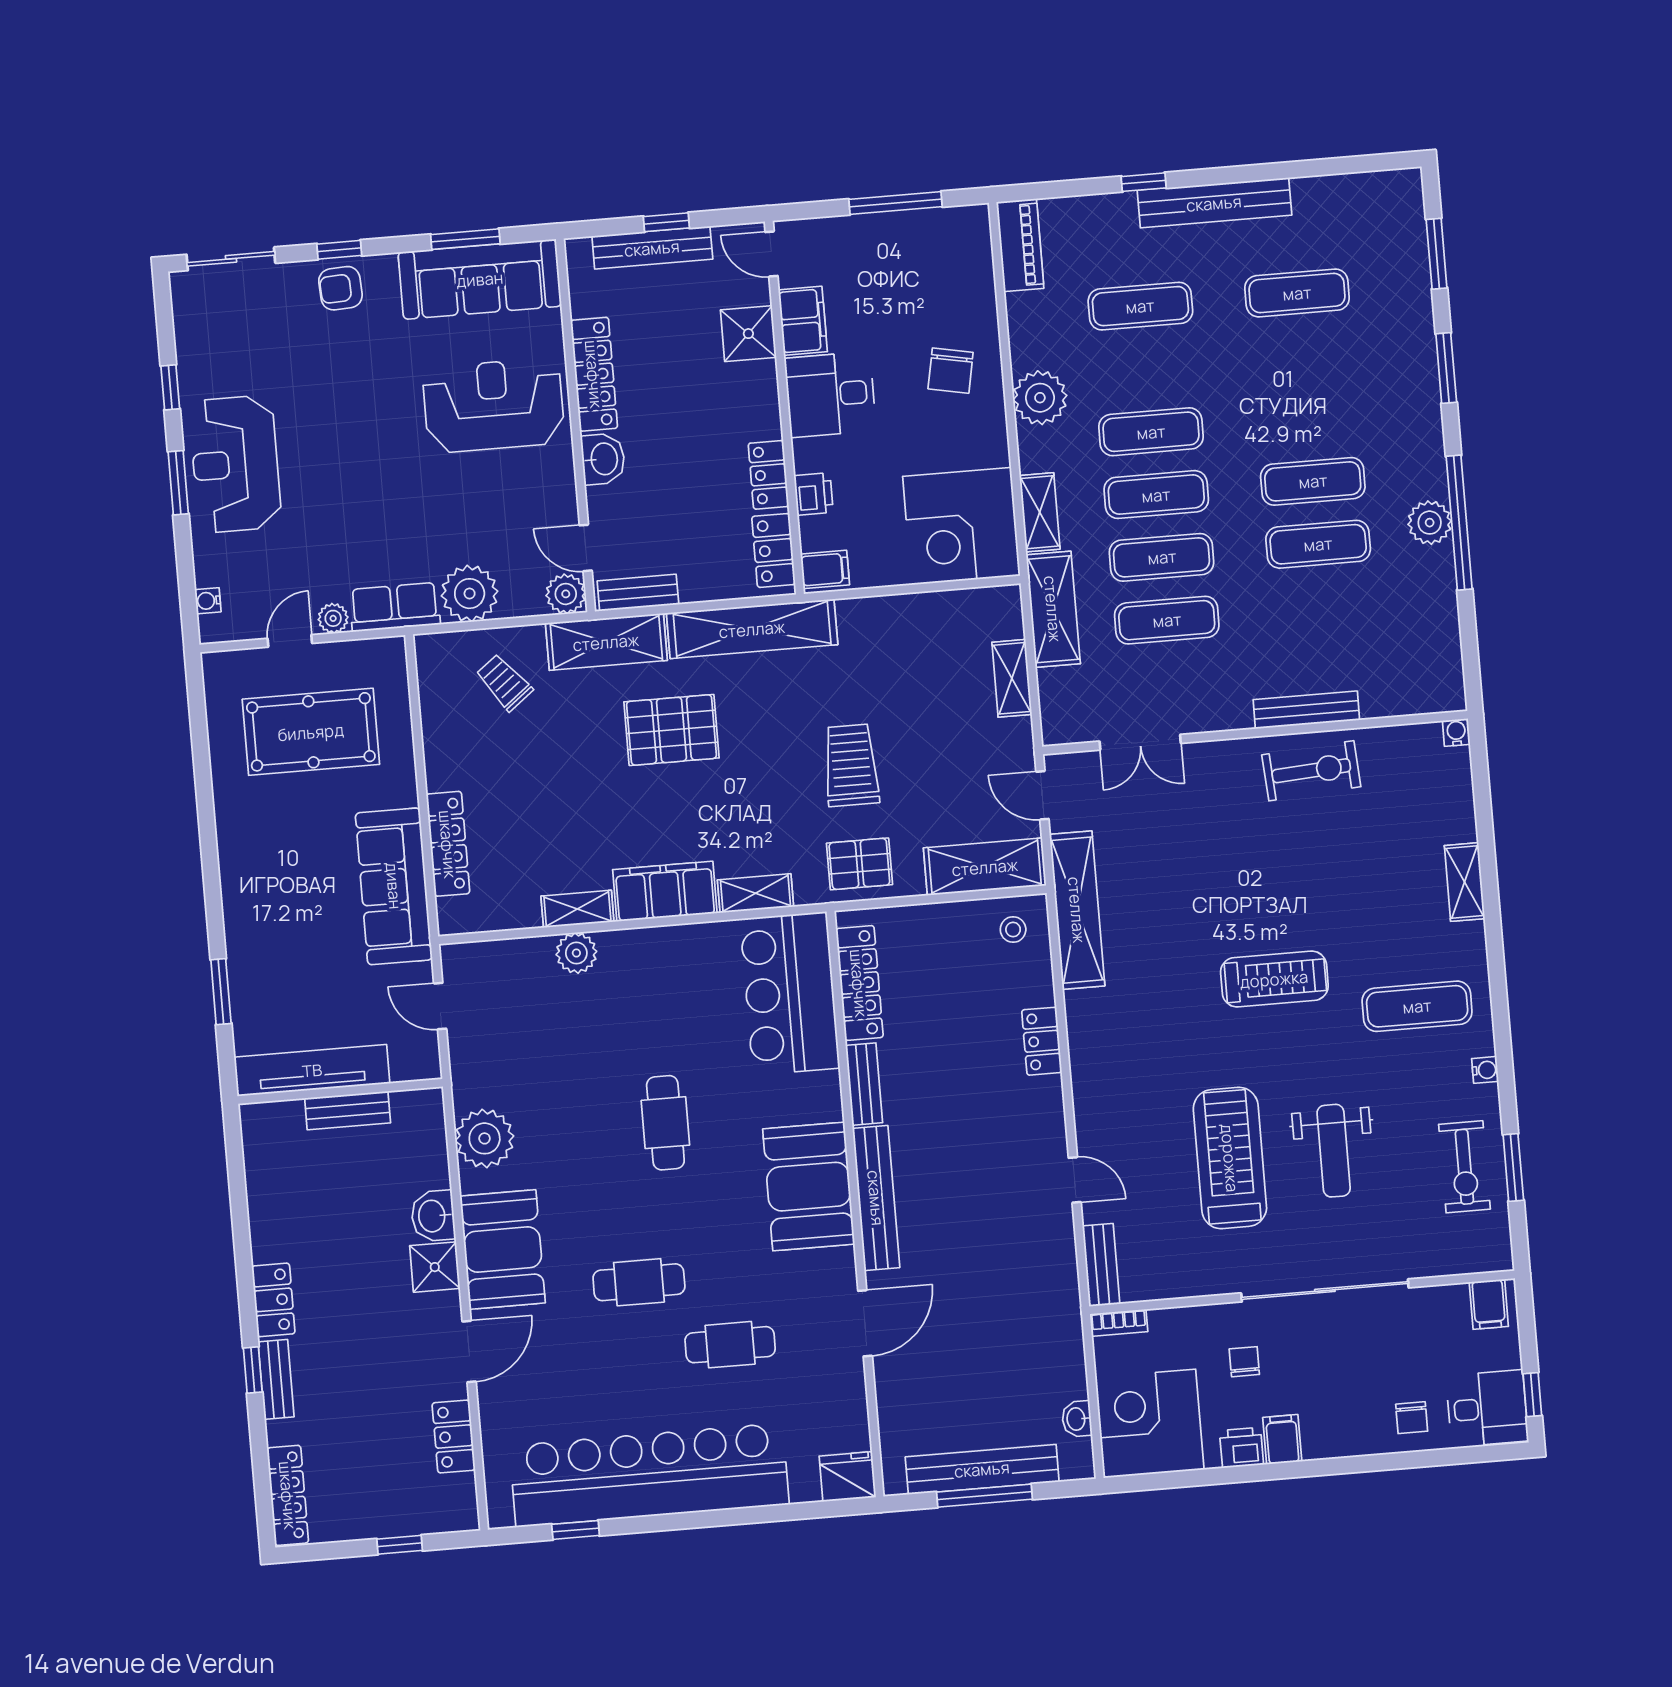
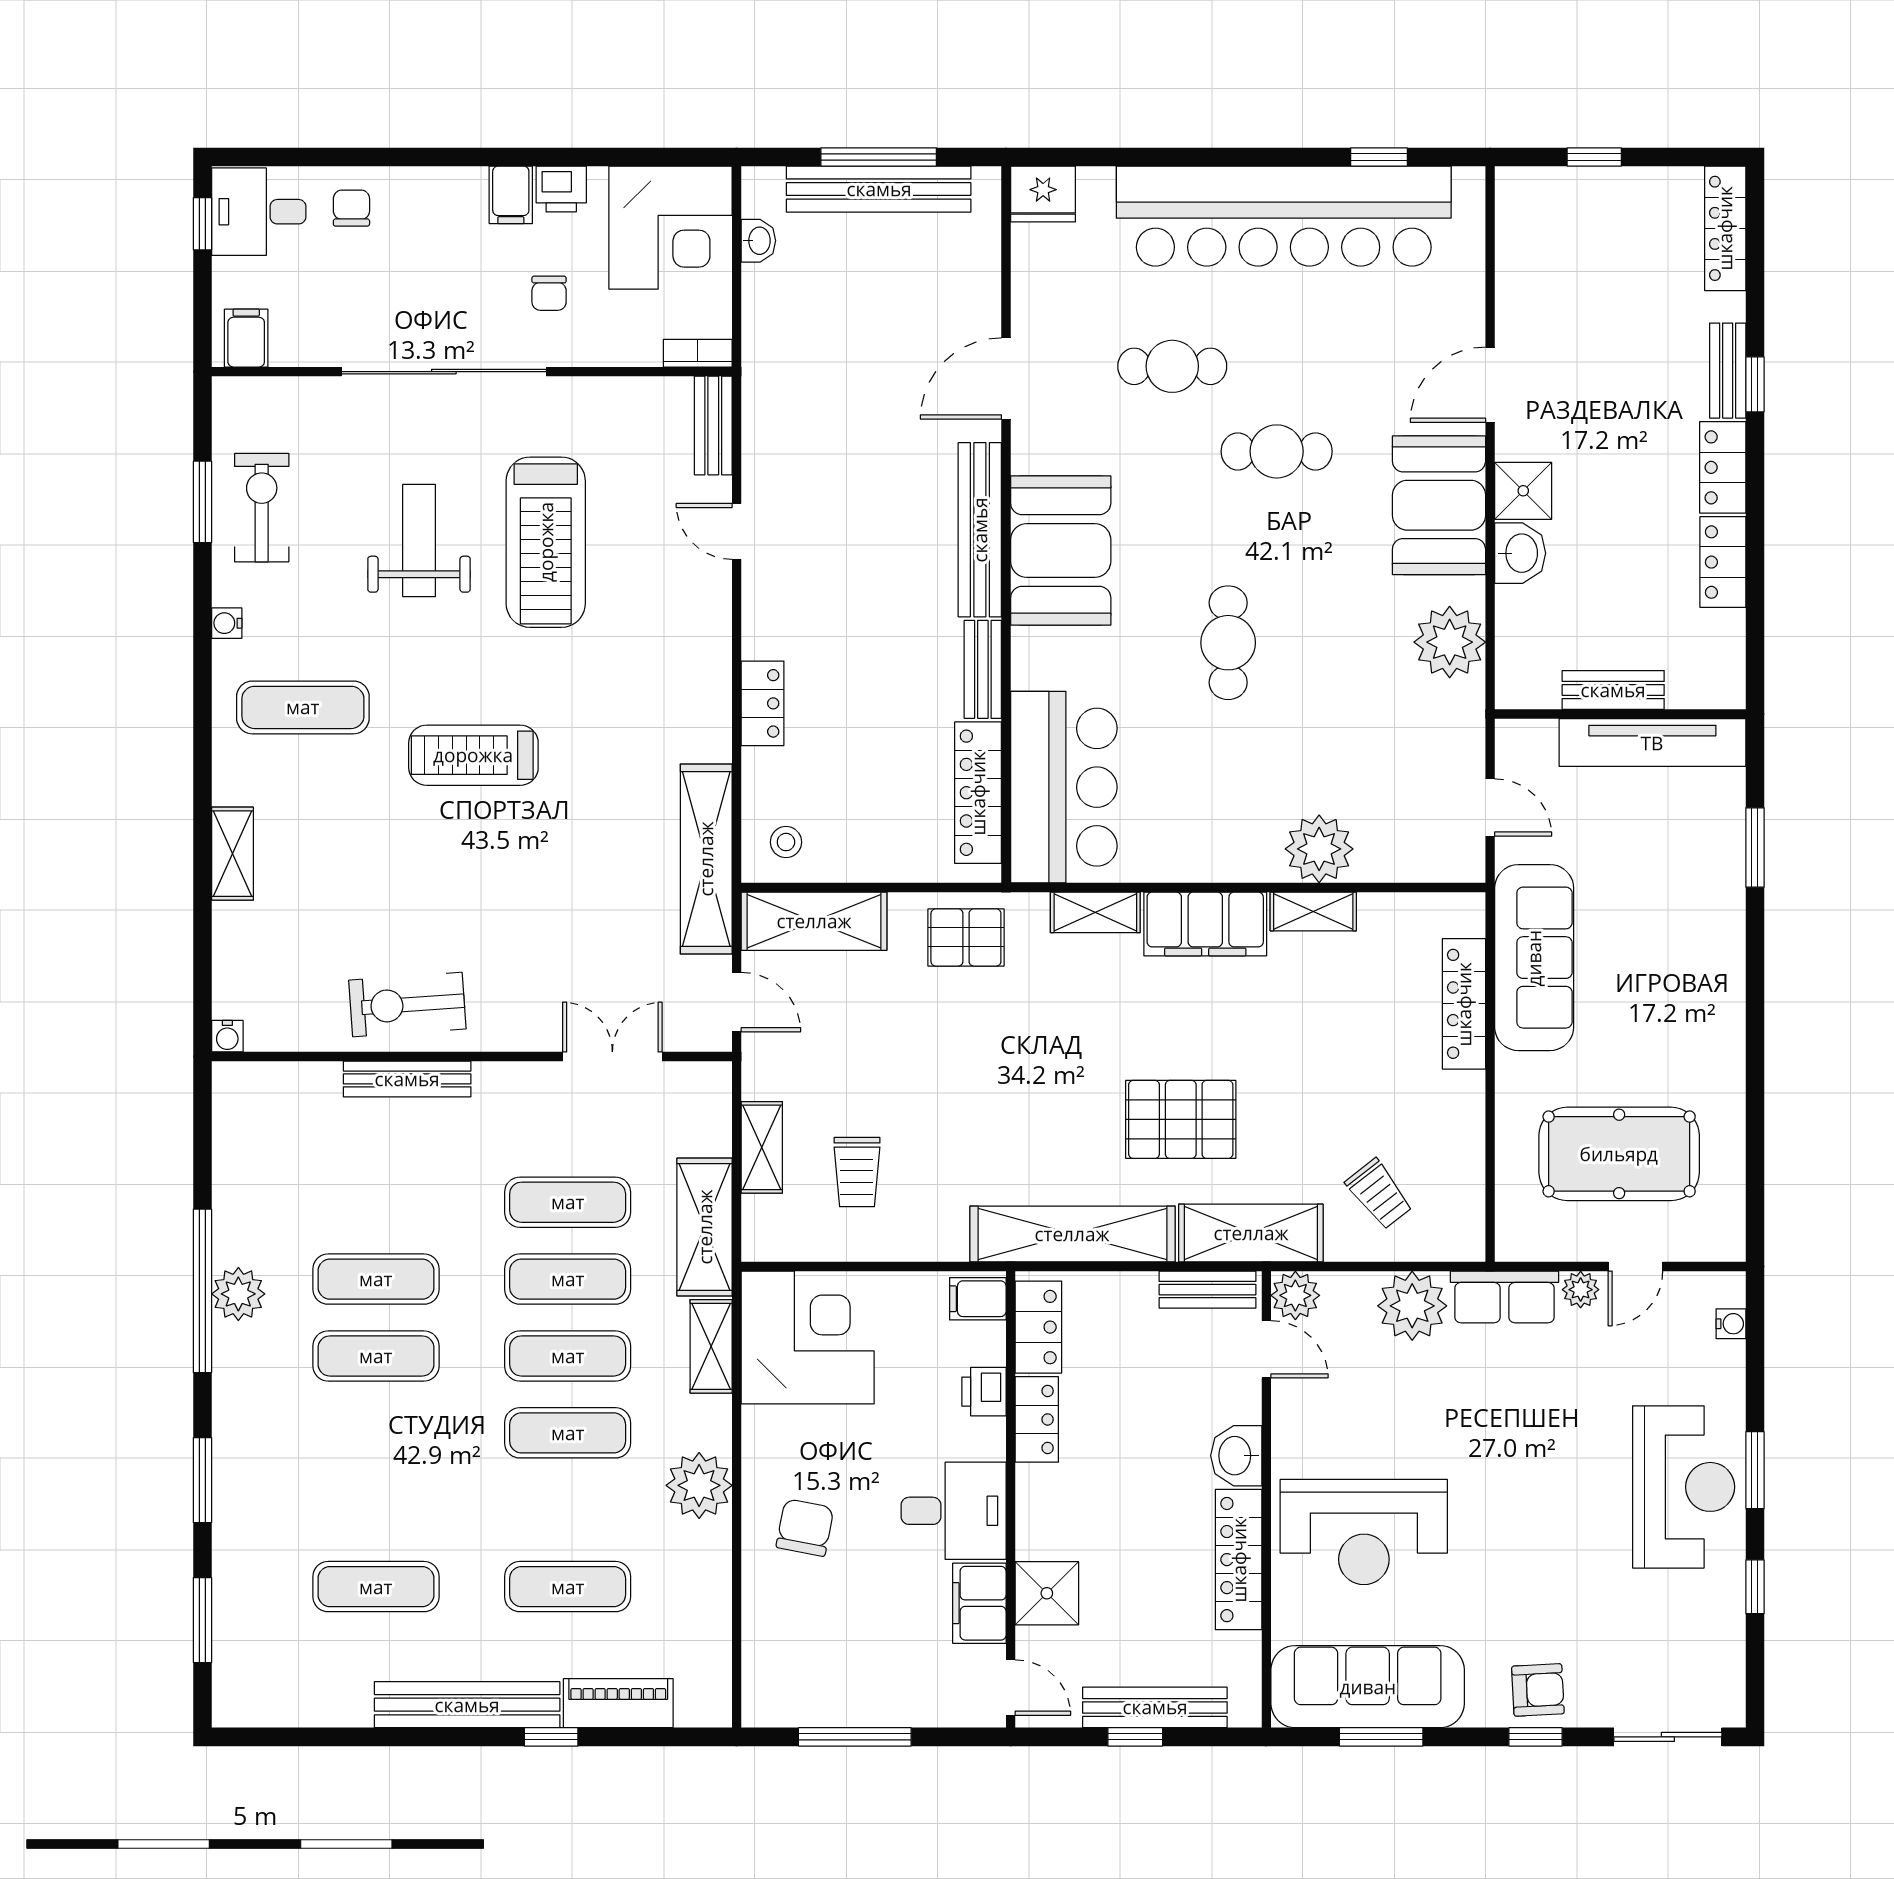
piano: (1020, 245) -> (618, 1703), moved, turned 90
trolley: (851, 765) -> (857, 1172), moved, width x0.73, depth x0.72
plant: (576, 953) -> (1319, 849), width x1.36, depth x1.36
locker: (454, 1436) -> (1723, 562), moved, turned 180

